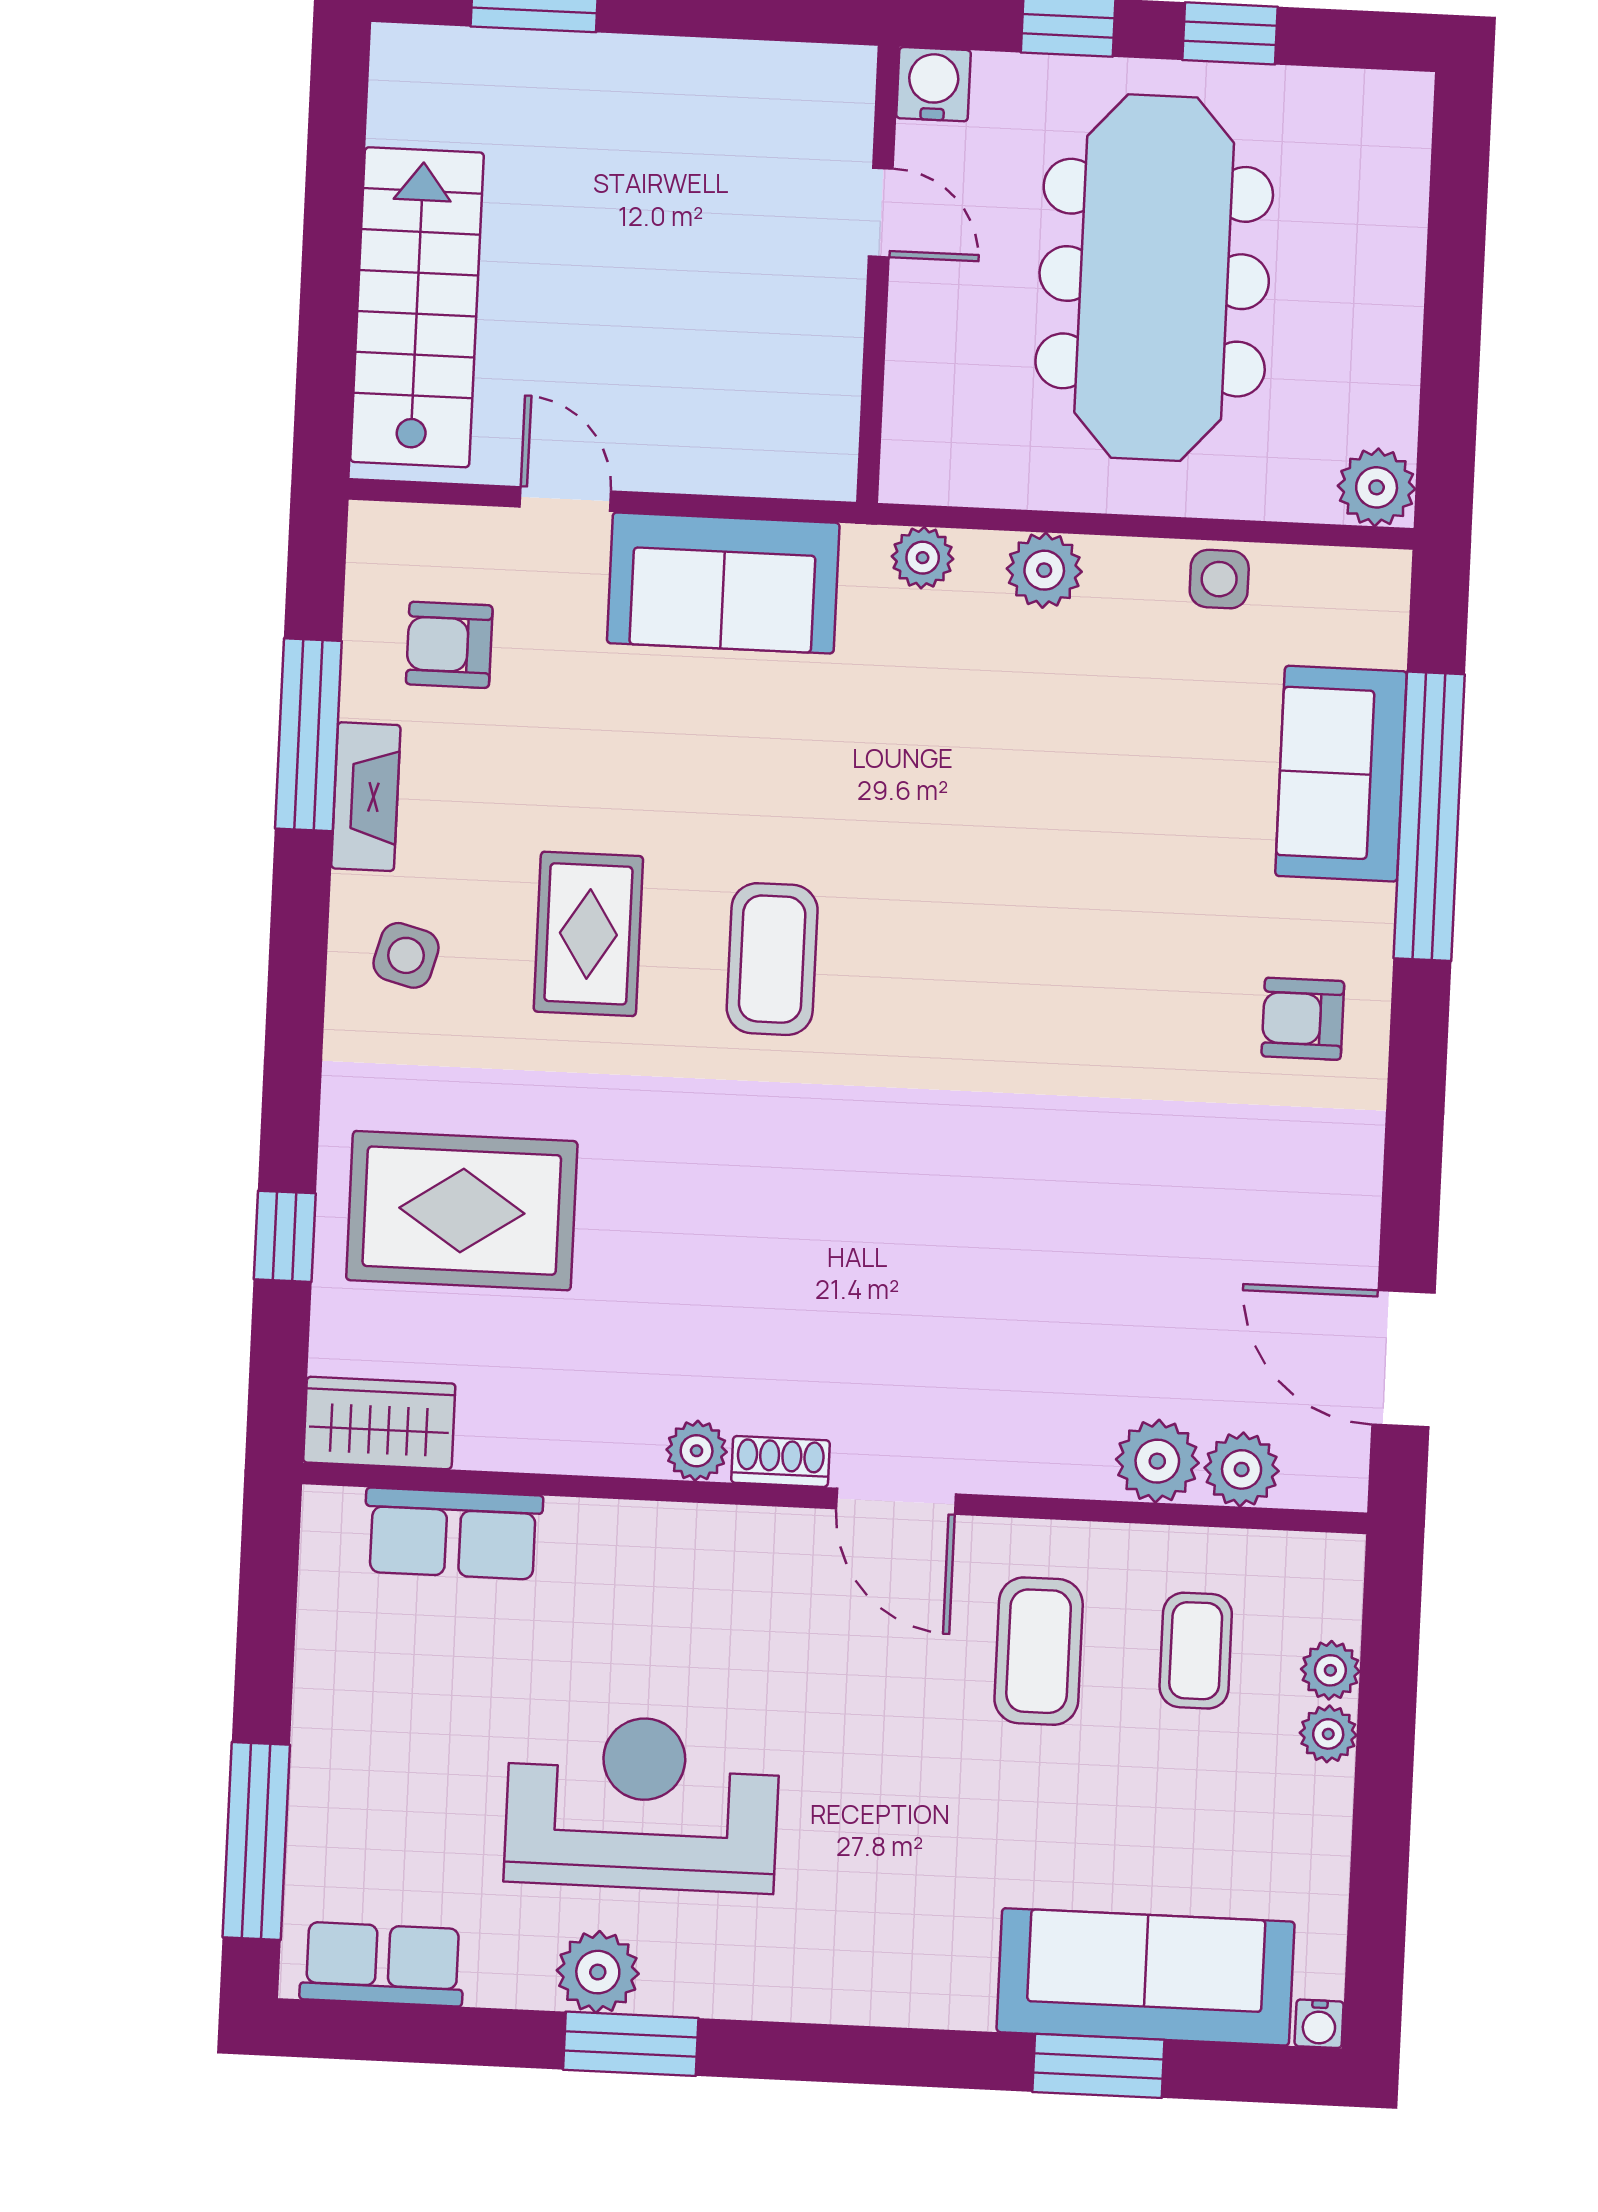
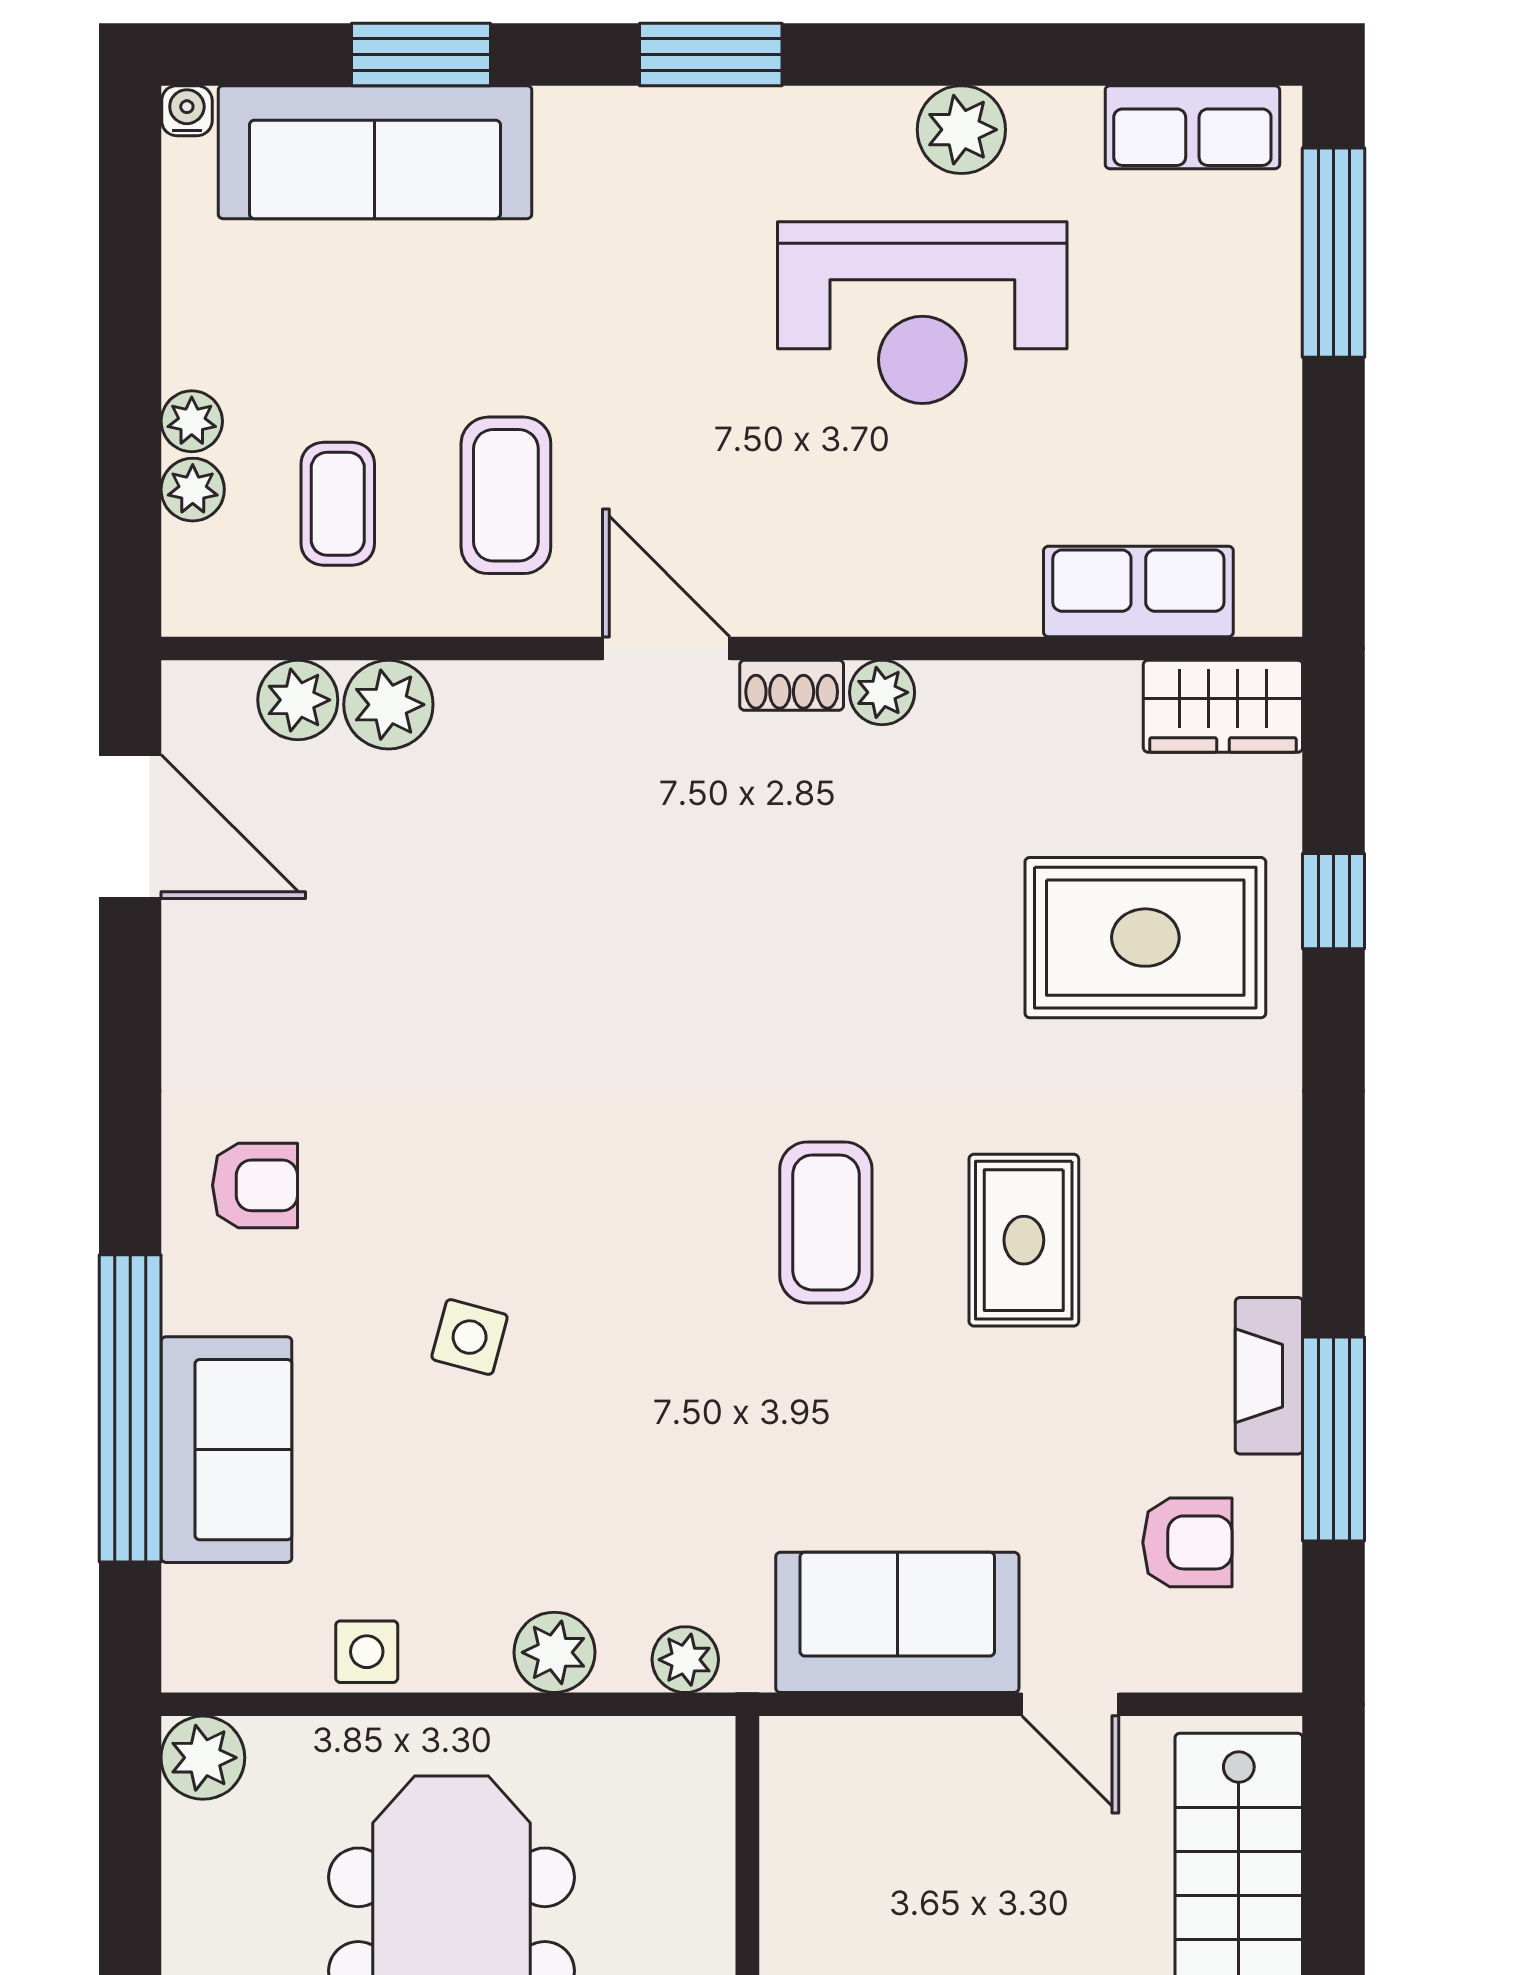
side table: (406, 955) -> (470, 1337), moved
window: (631, 2044) -> (711, 54), moved

